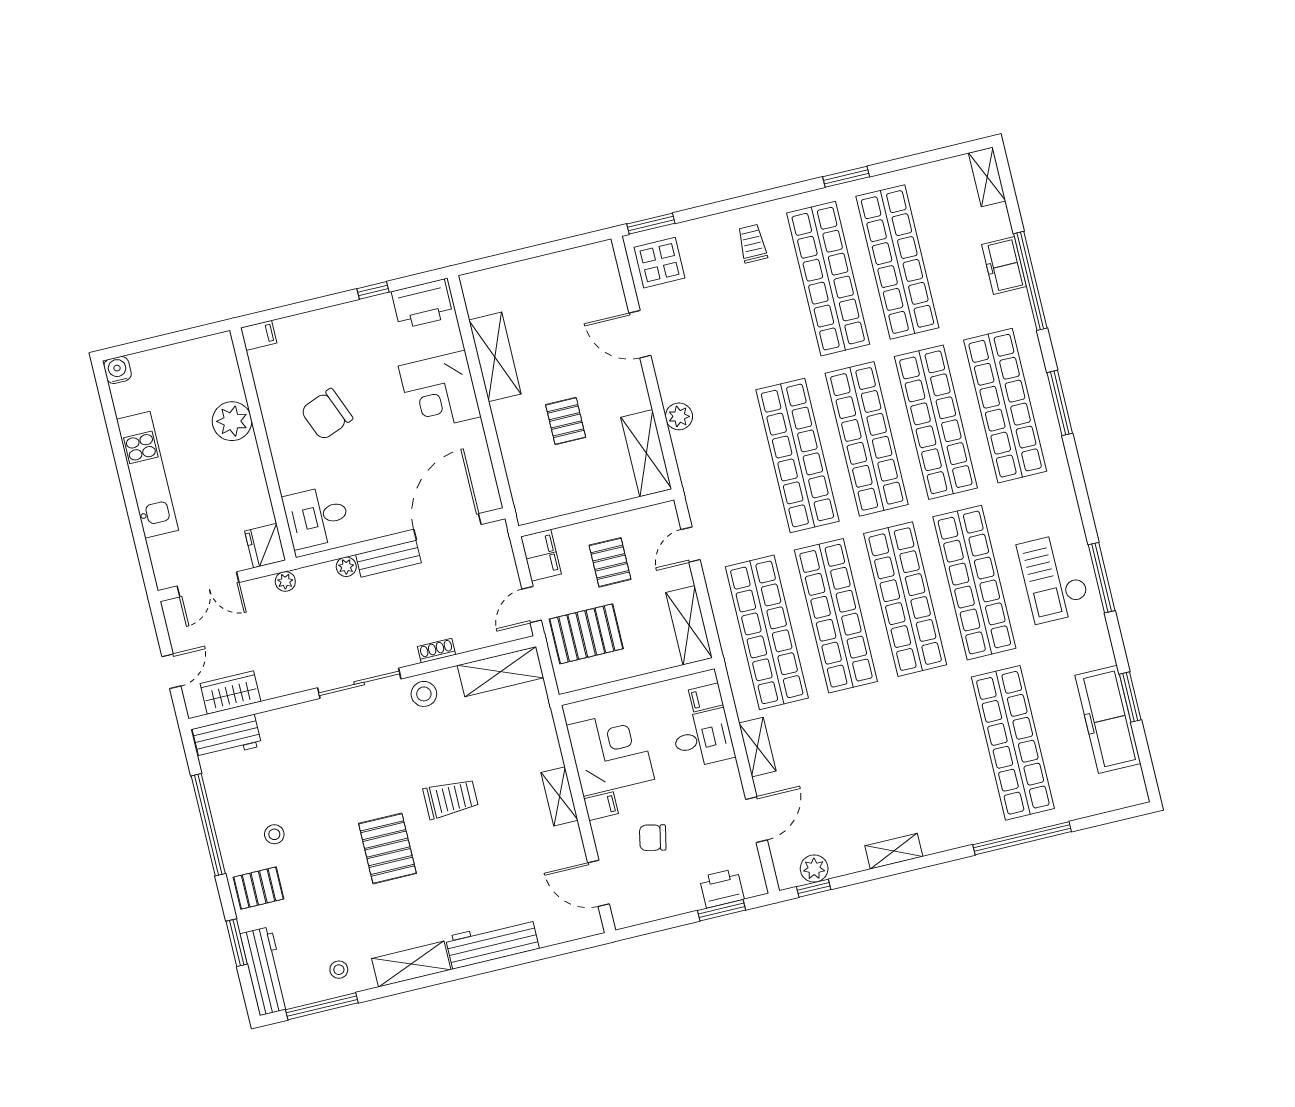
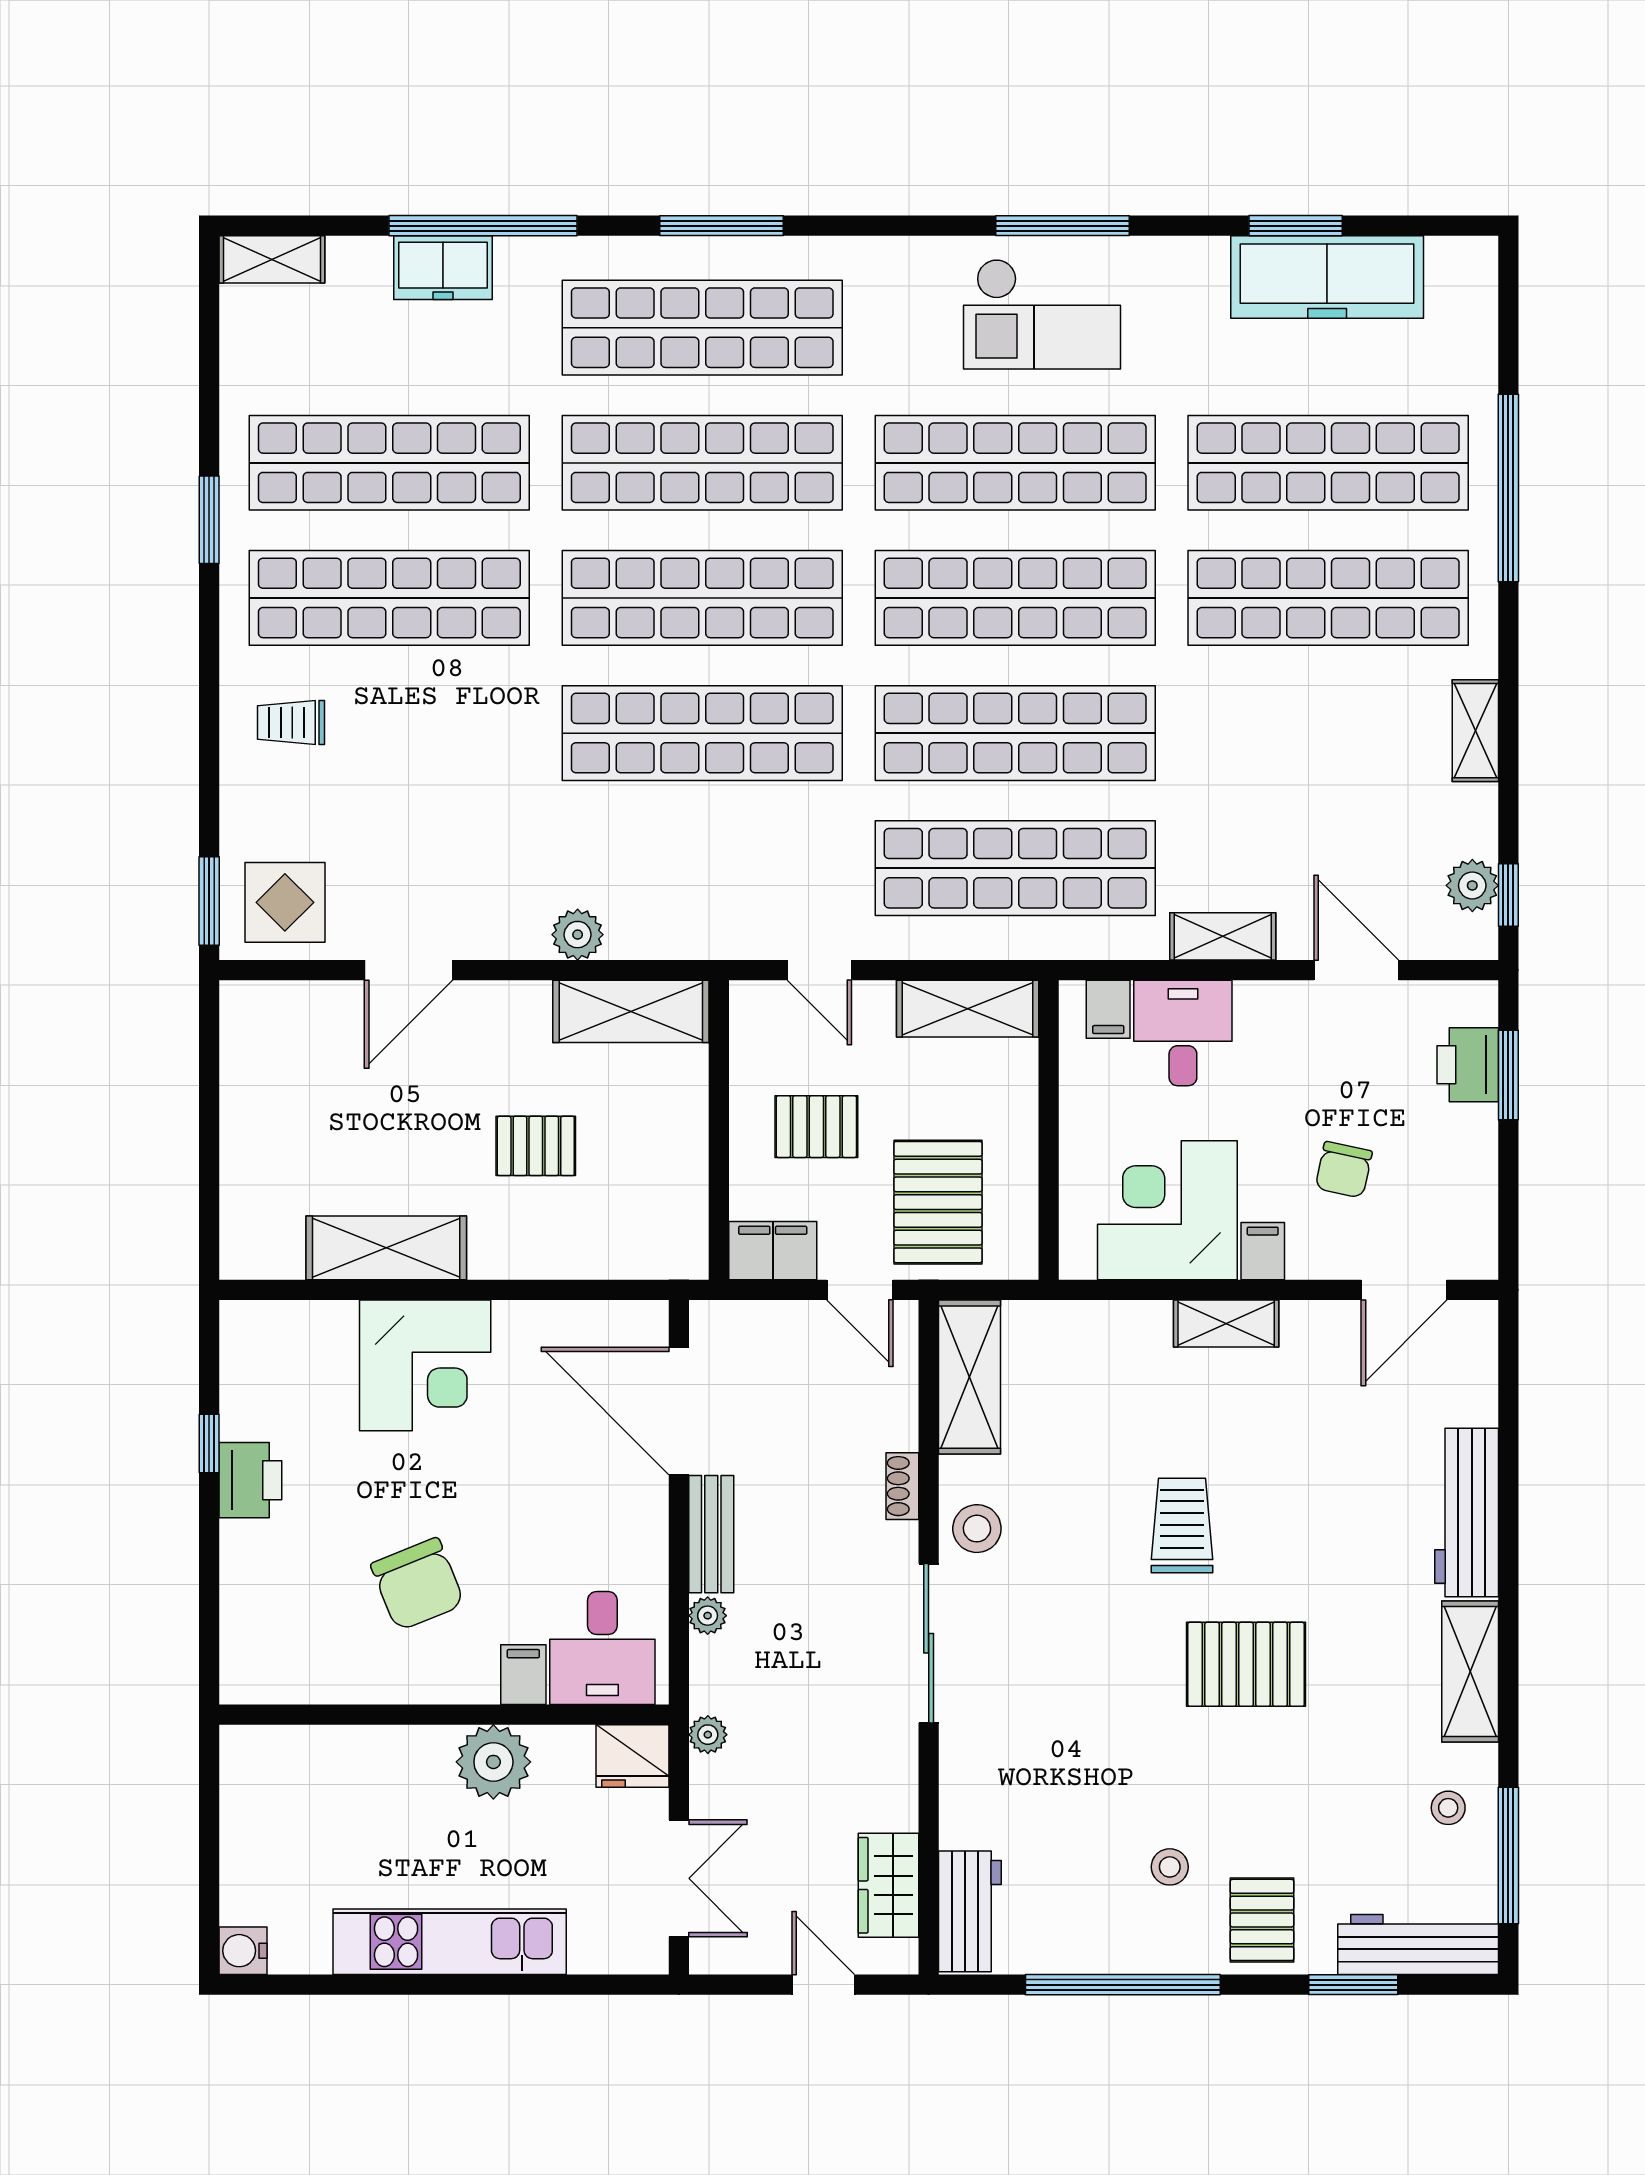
printer: (422, 304) -> (250, 1480), moved, width x0.73, depth x0.84
filing cabinet: (259, 335) -> (523, 1675), moved
plant: (232, 421) -> (493, 1762), moved
shop shelf: (944, 759) -> (1328, 598), added

